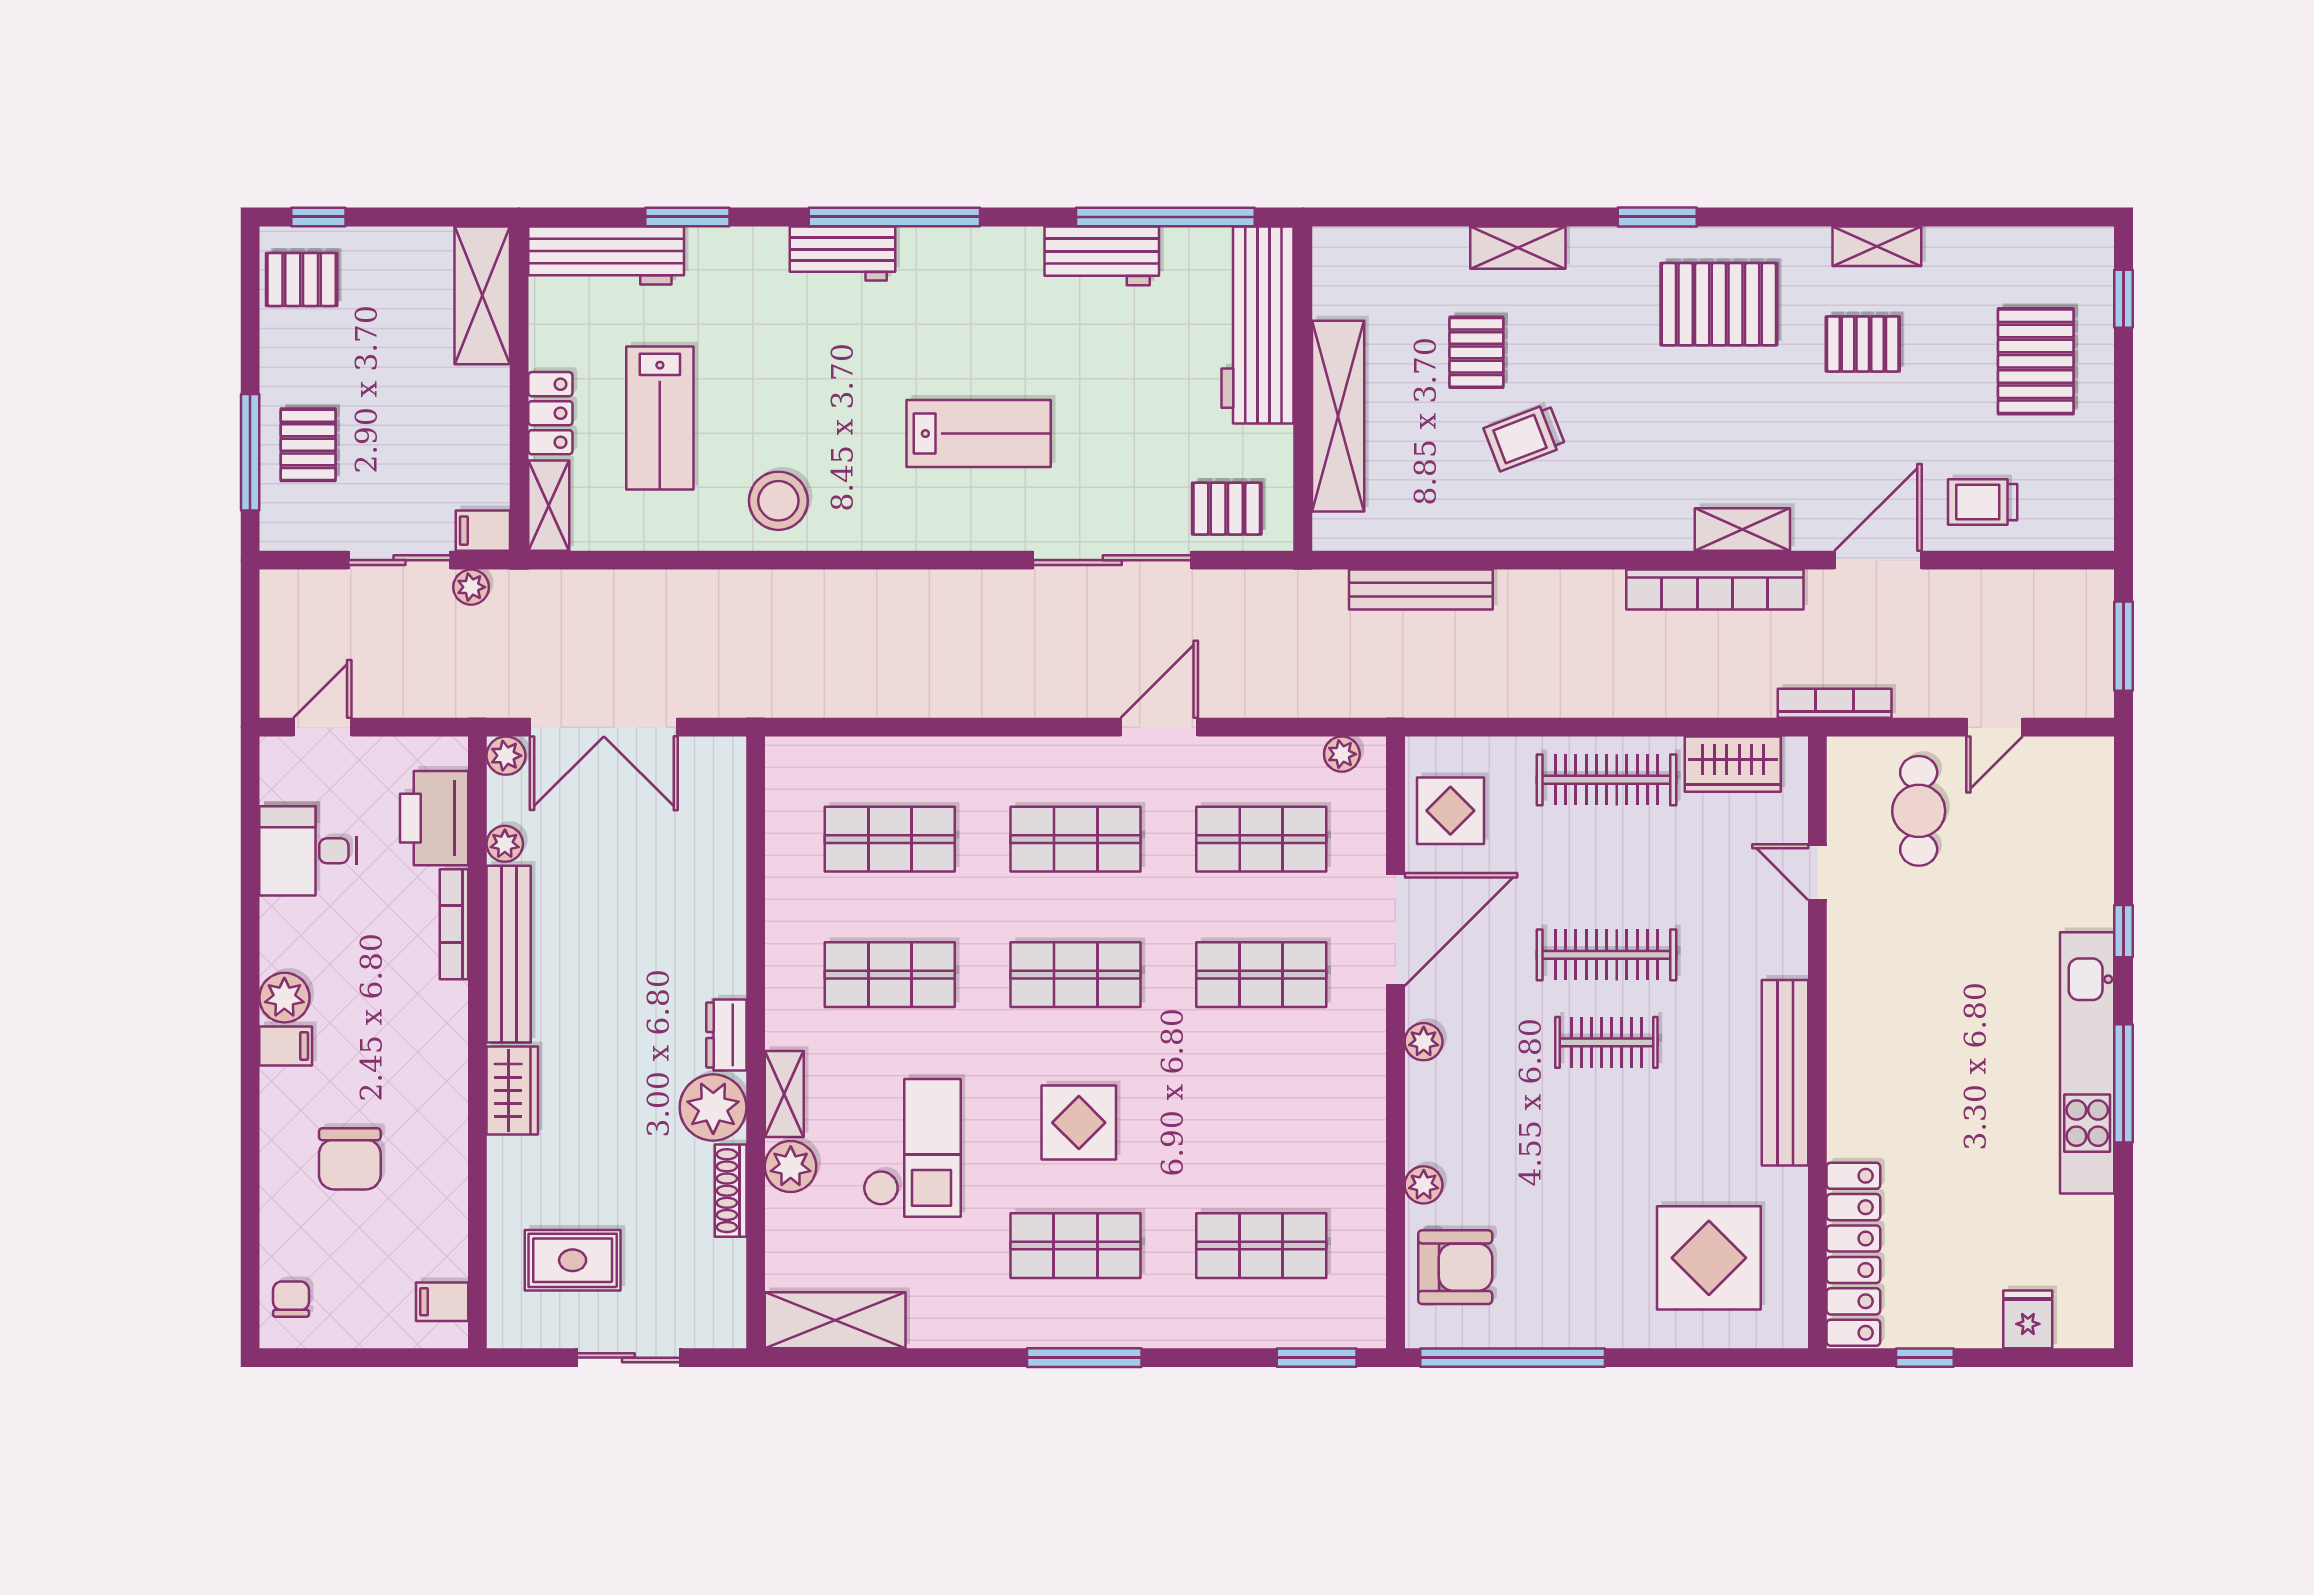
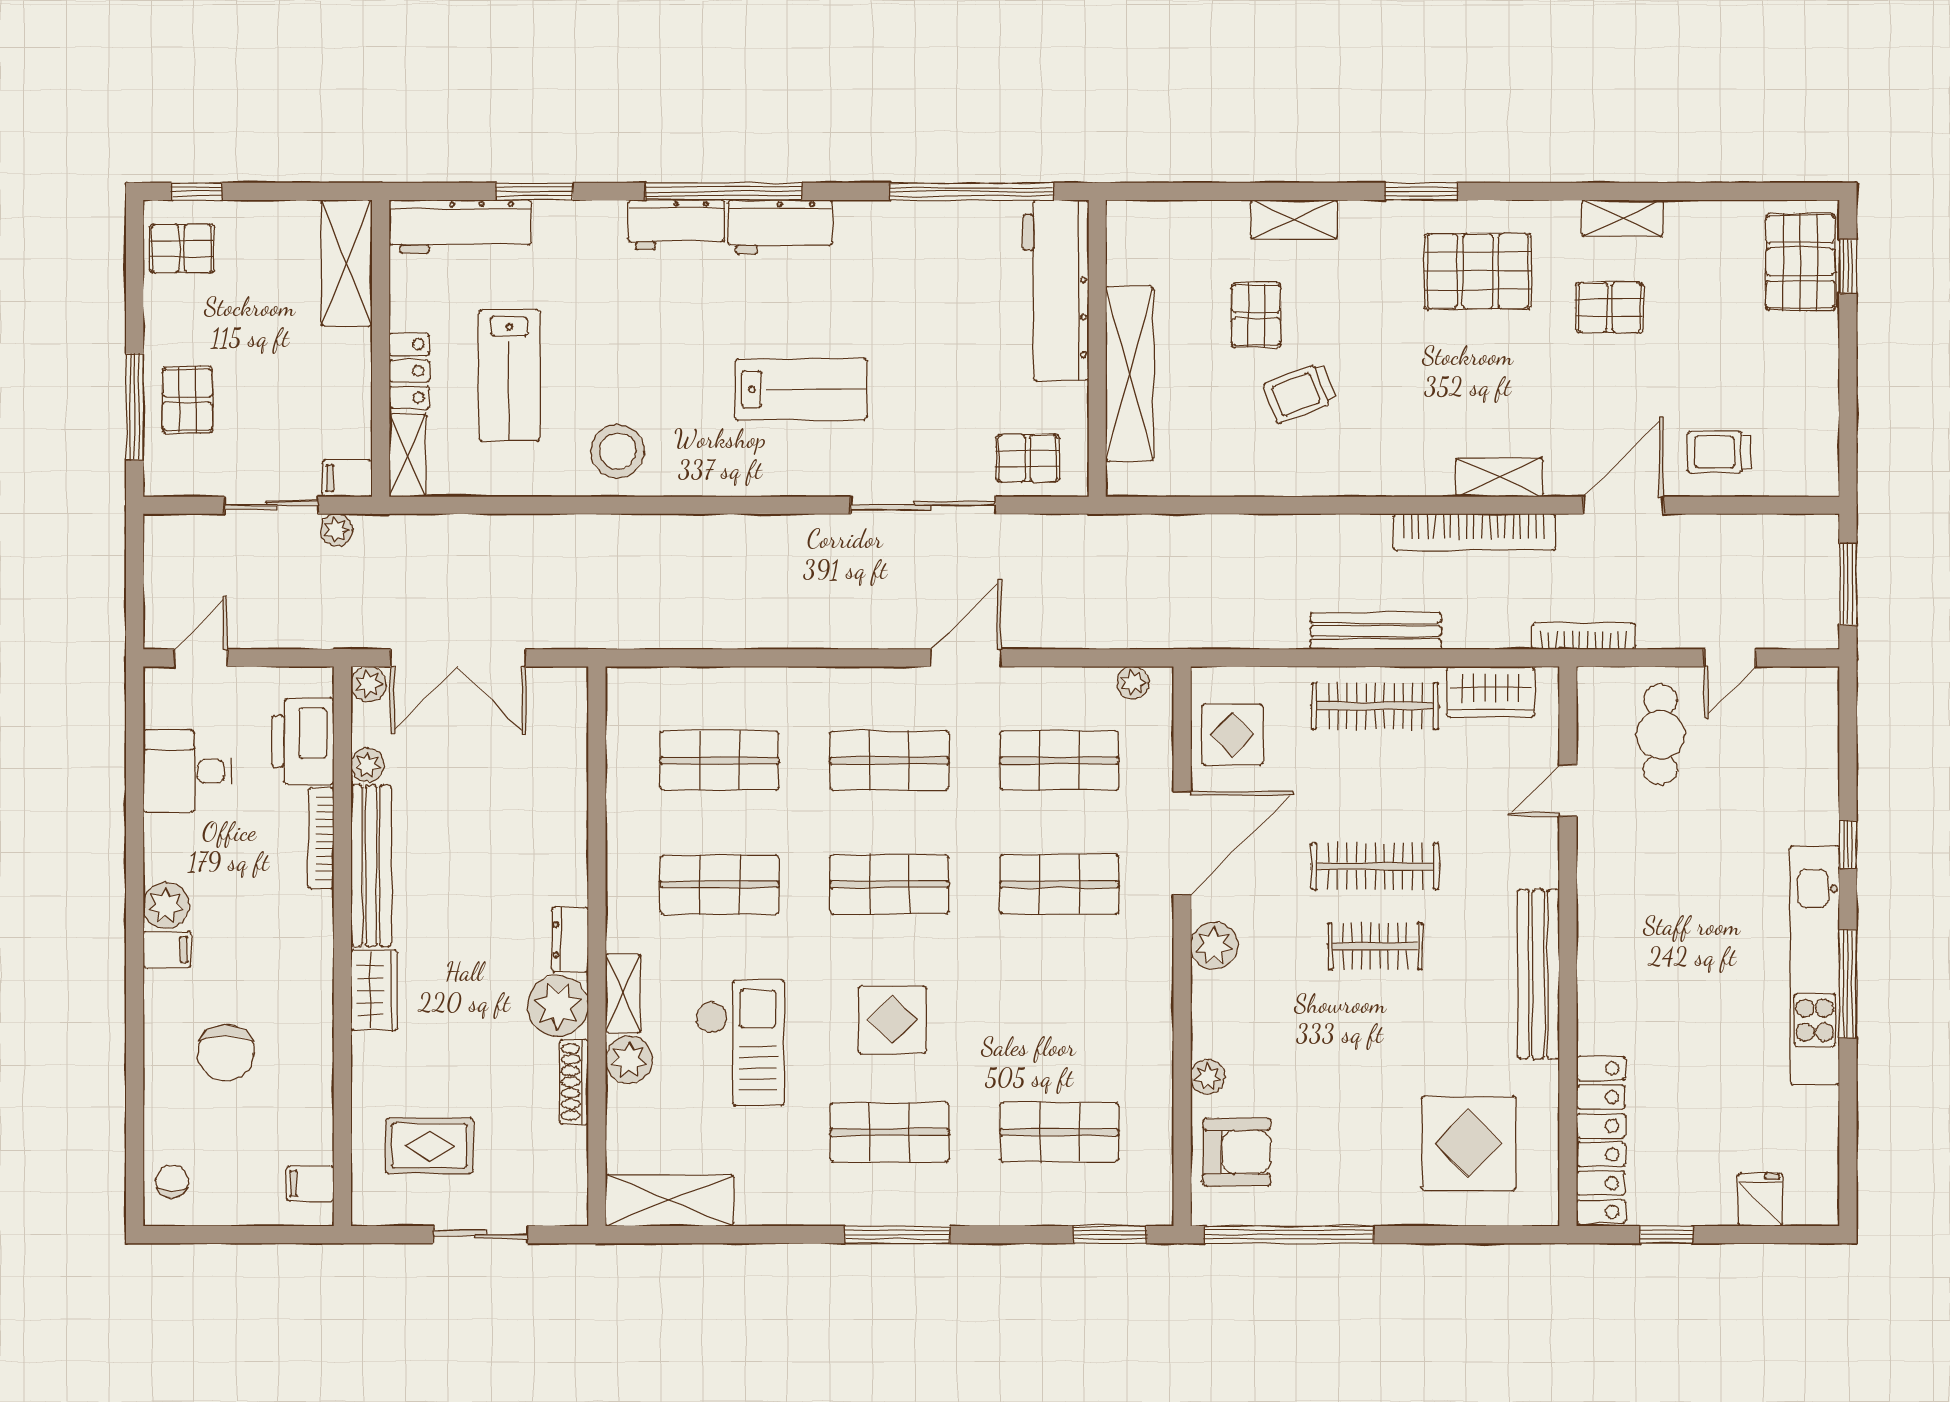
workbench: (1102, 256) -> (780, 227), moved
pallet: (2036, 361) -> (1800, 262), moved
bench: (1421, 589) -> (1376, 631), moved
door: (1817, 872) -> (1568, 791), hinge flipped
plant: (1424, 1042) -> (1214, 946), width x1.38, depth x1.38

